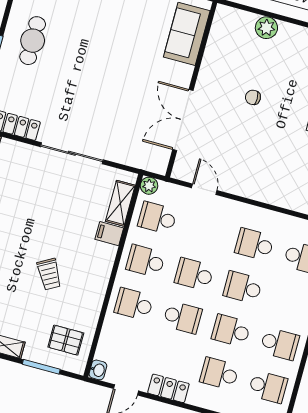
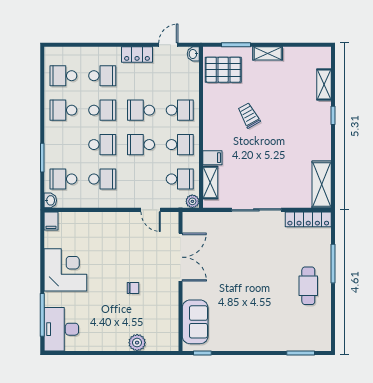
school desk: (194, 274) -> (141, 145), turned 180
pallet: (66, 340) -> (223, 70), width x1.50, depth x1.42

